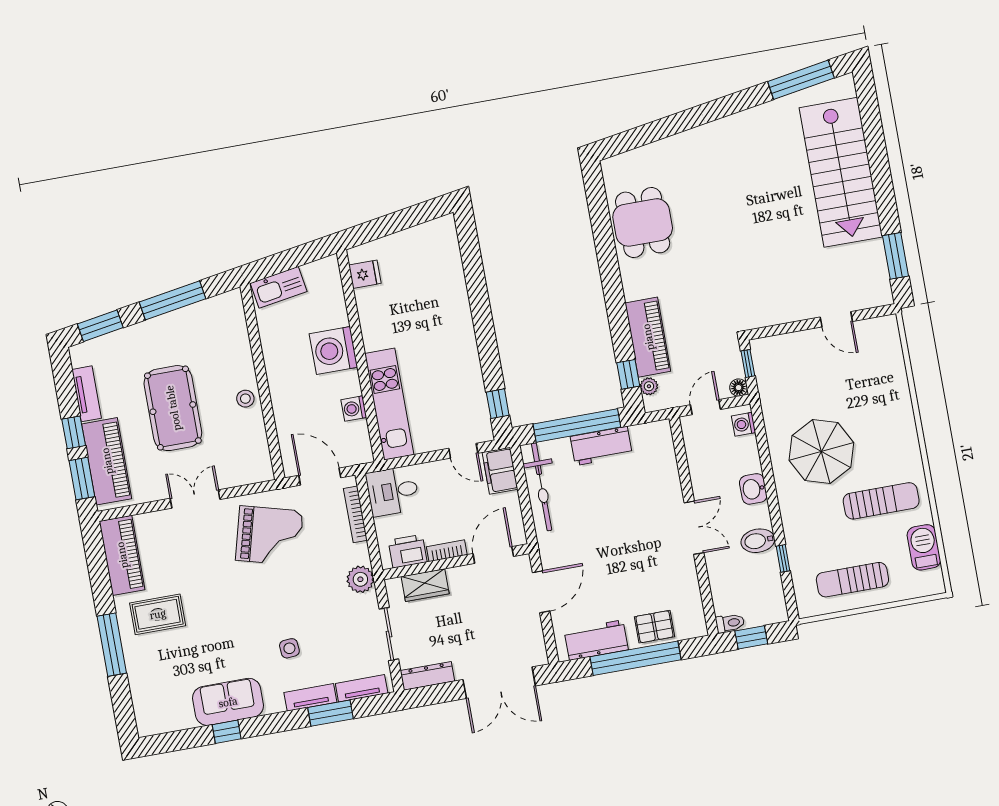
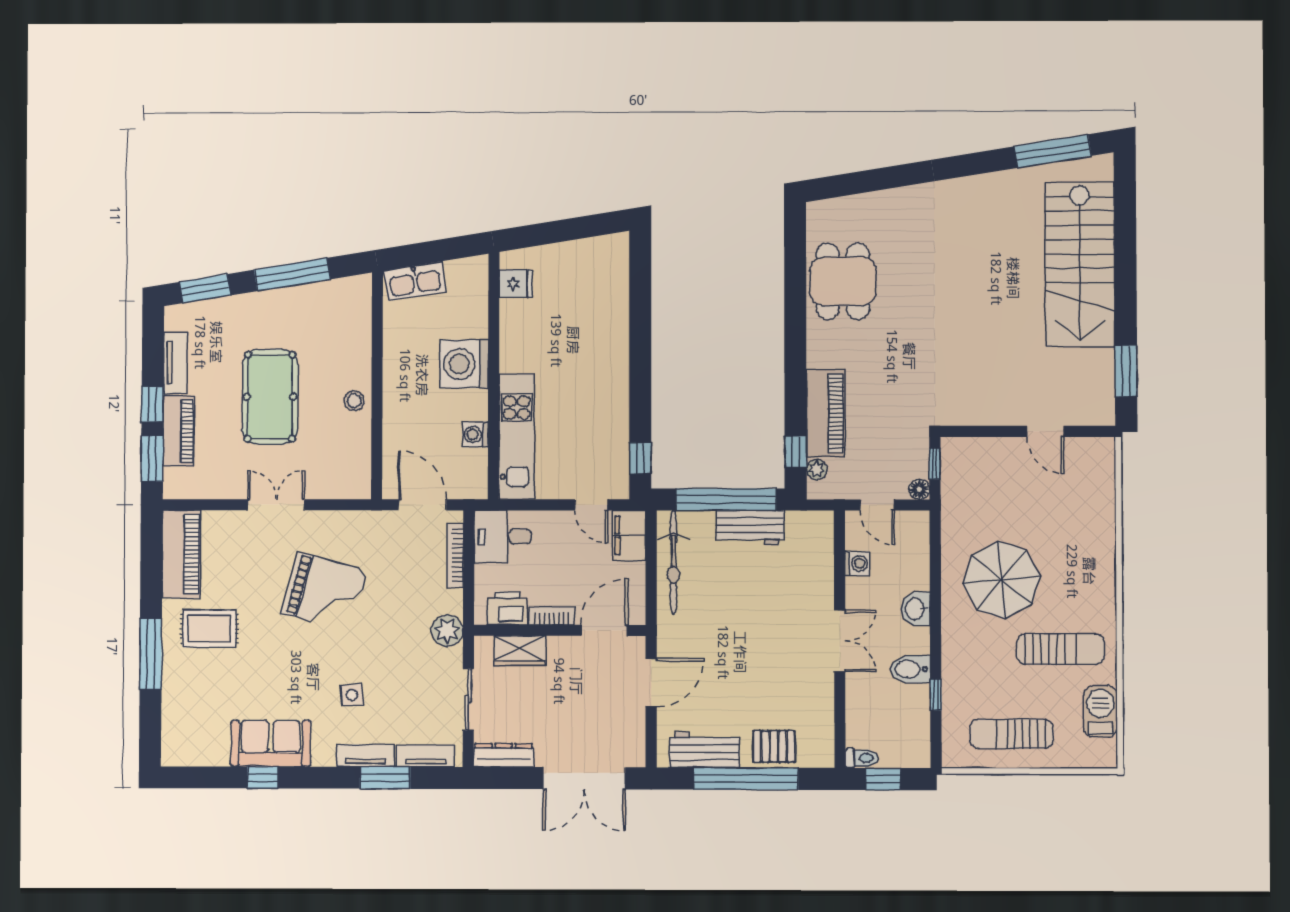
door: (705, 407) -> (877, 505), swing flipped
washing machine: (744, 424) -> (857, 563), moved, turned 180
piano: (107, 461) -> (179, 431), width x0.73, depth x0.75
grand piano: (269, 536) -> (324, 592), moved

